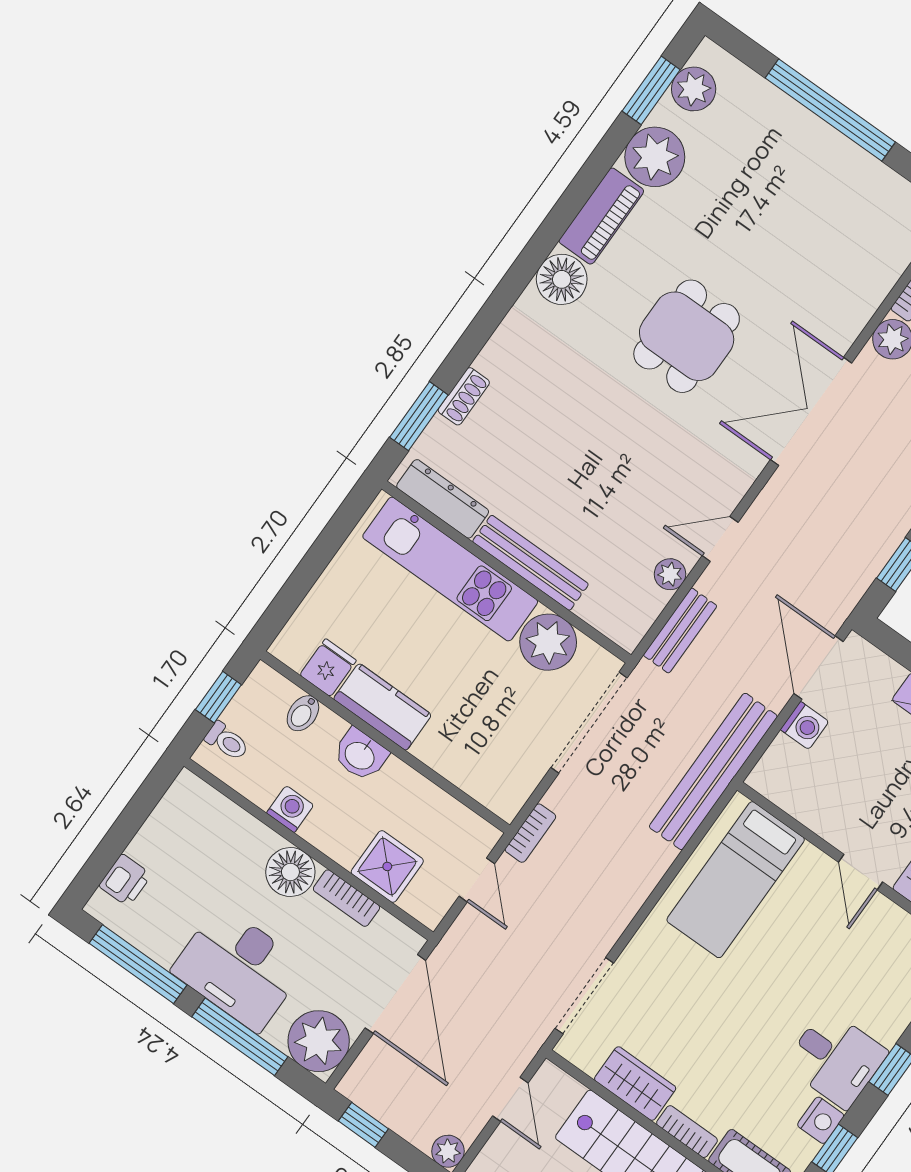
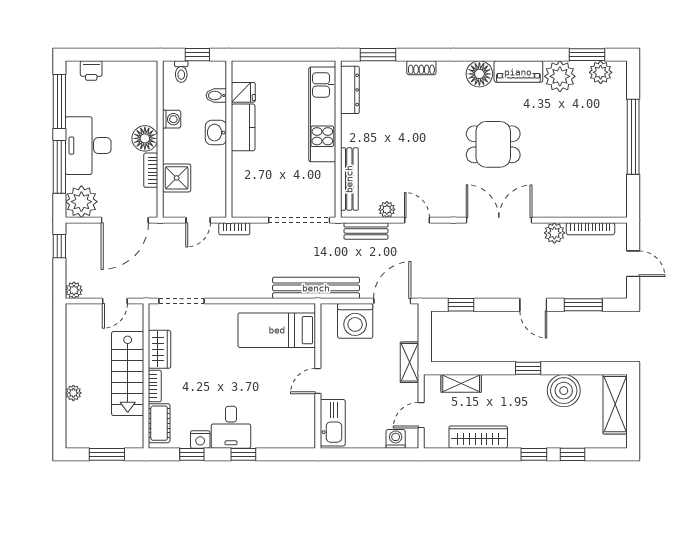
shoe rack: (464, 396) -> (421, 68), moved
bench: (531, 563) -> (349, 179), moved
plant: (548, 642) -> (321, 178), removed
washing machine: (805, 725) -> (355, 321), width x1.89, depth x1.89

